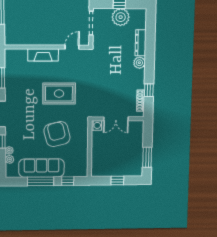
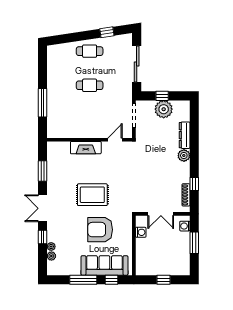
rug: (59, 94) -> (92, 195), moved
washing machine: (96, 125) -> (141, 232), moved
washing machine: (139, 130) -> (185, 226), added
armchair: (57, 134) -> (100, 230), turned -76
window: (147, 157) -> (194, 243), moved
sofa: (41, 168) -> (104, 265), moved

